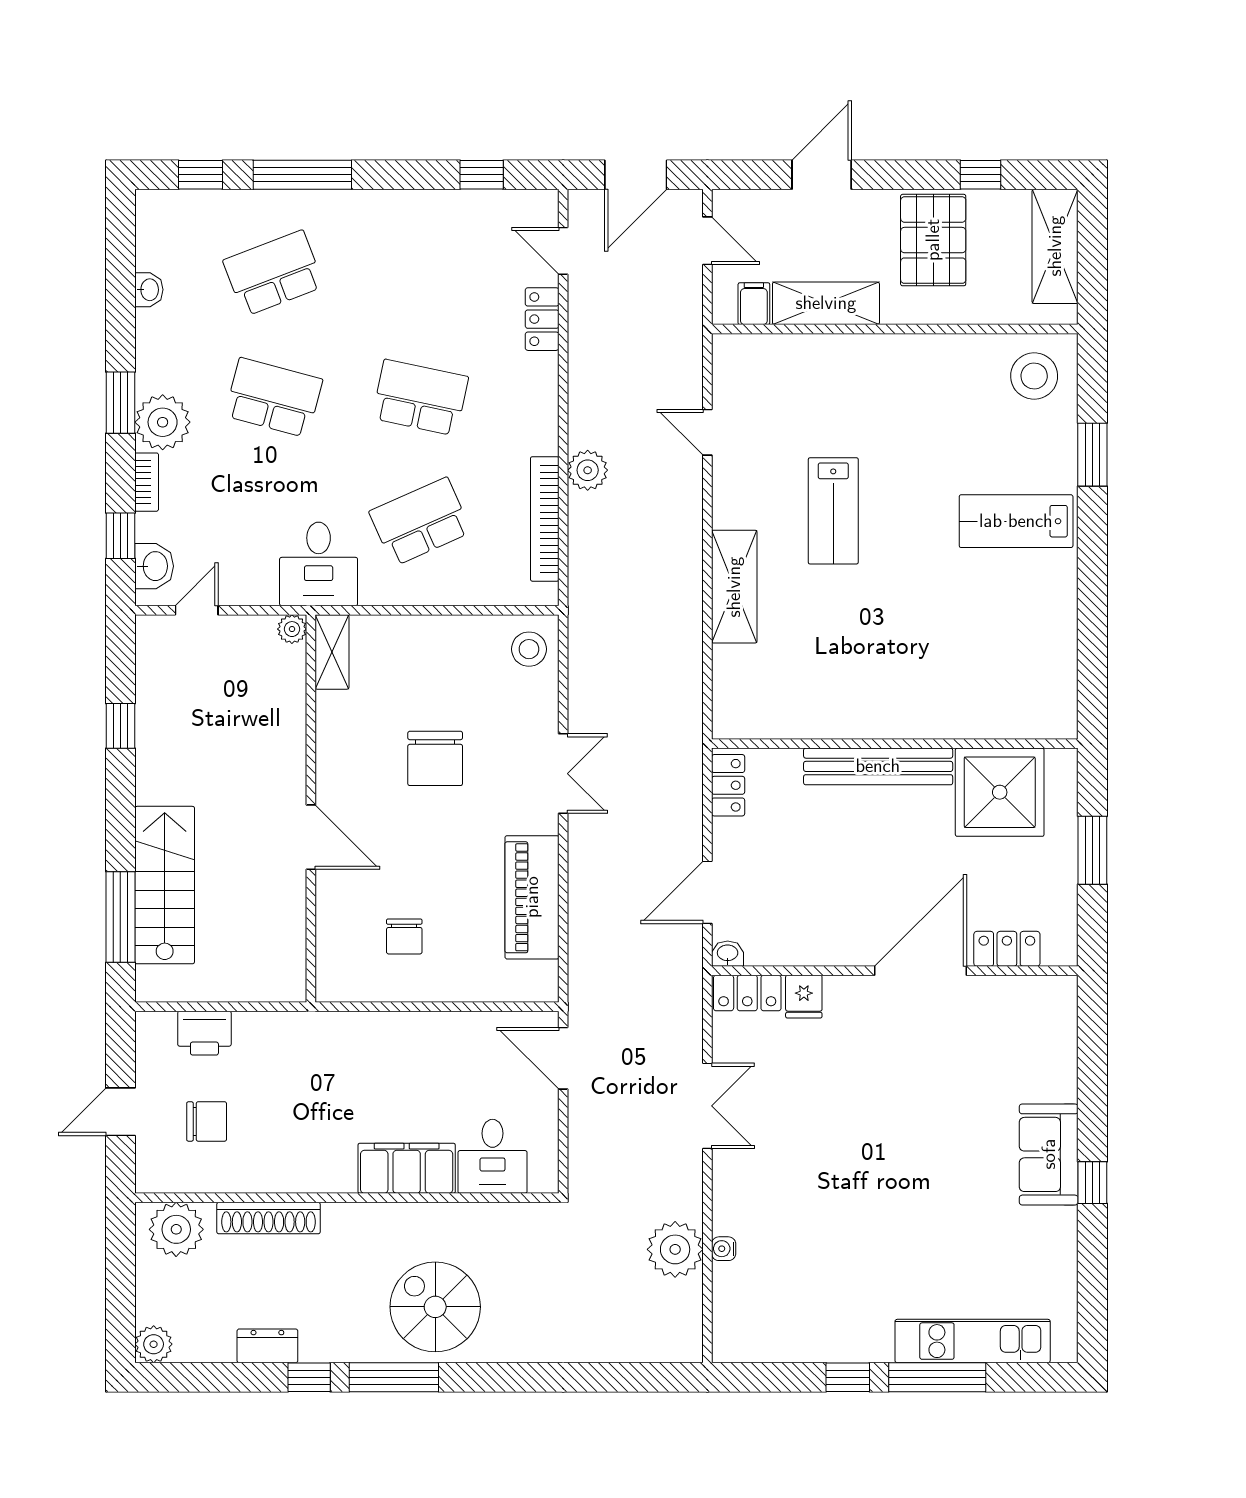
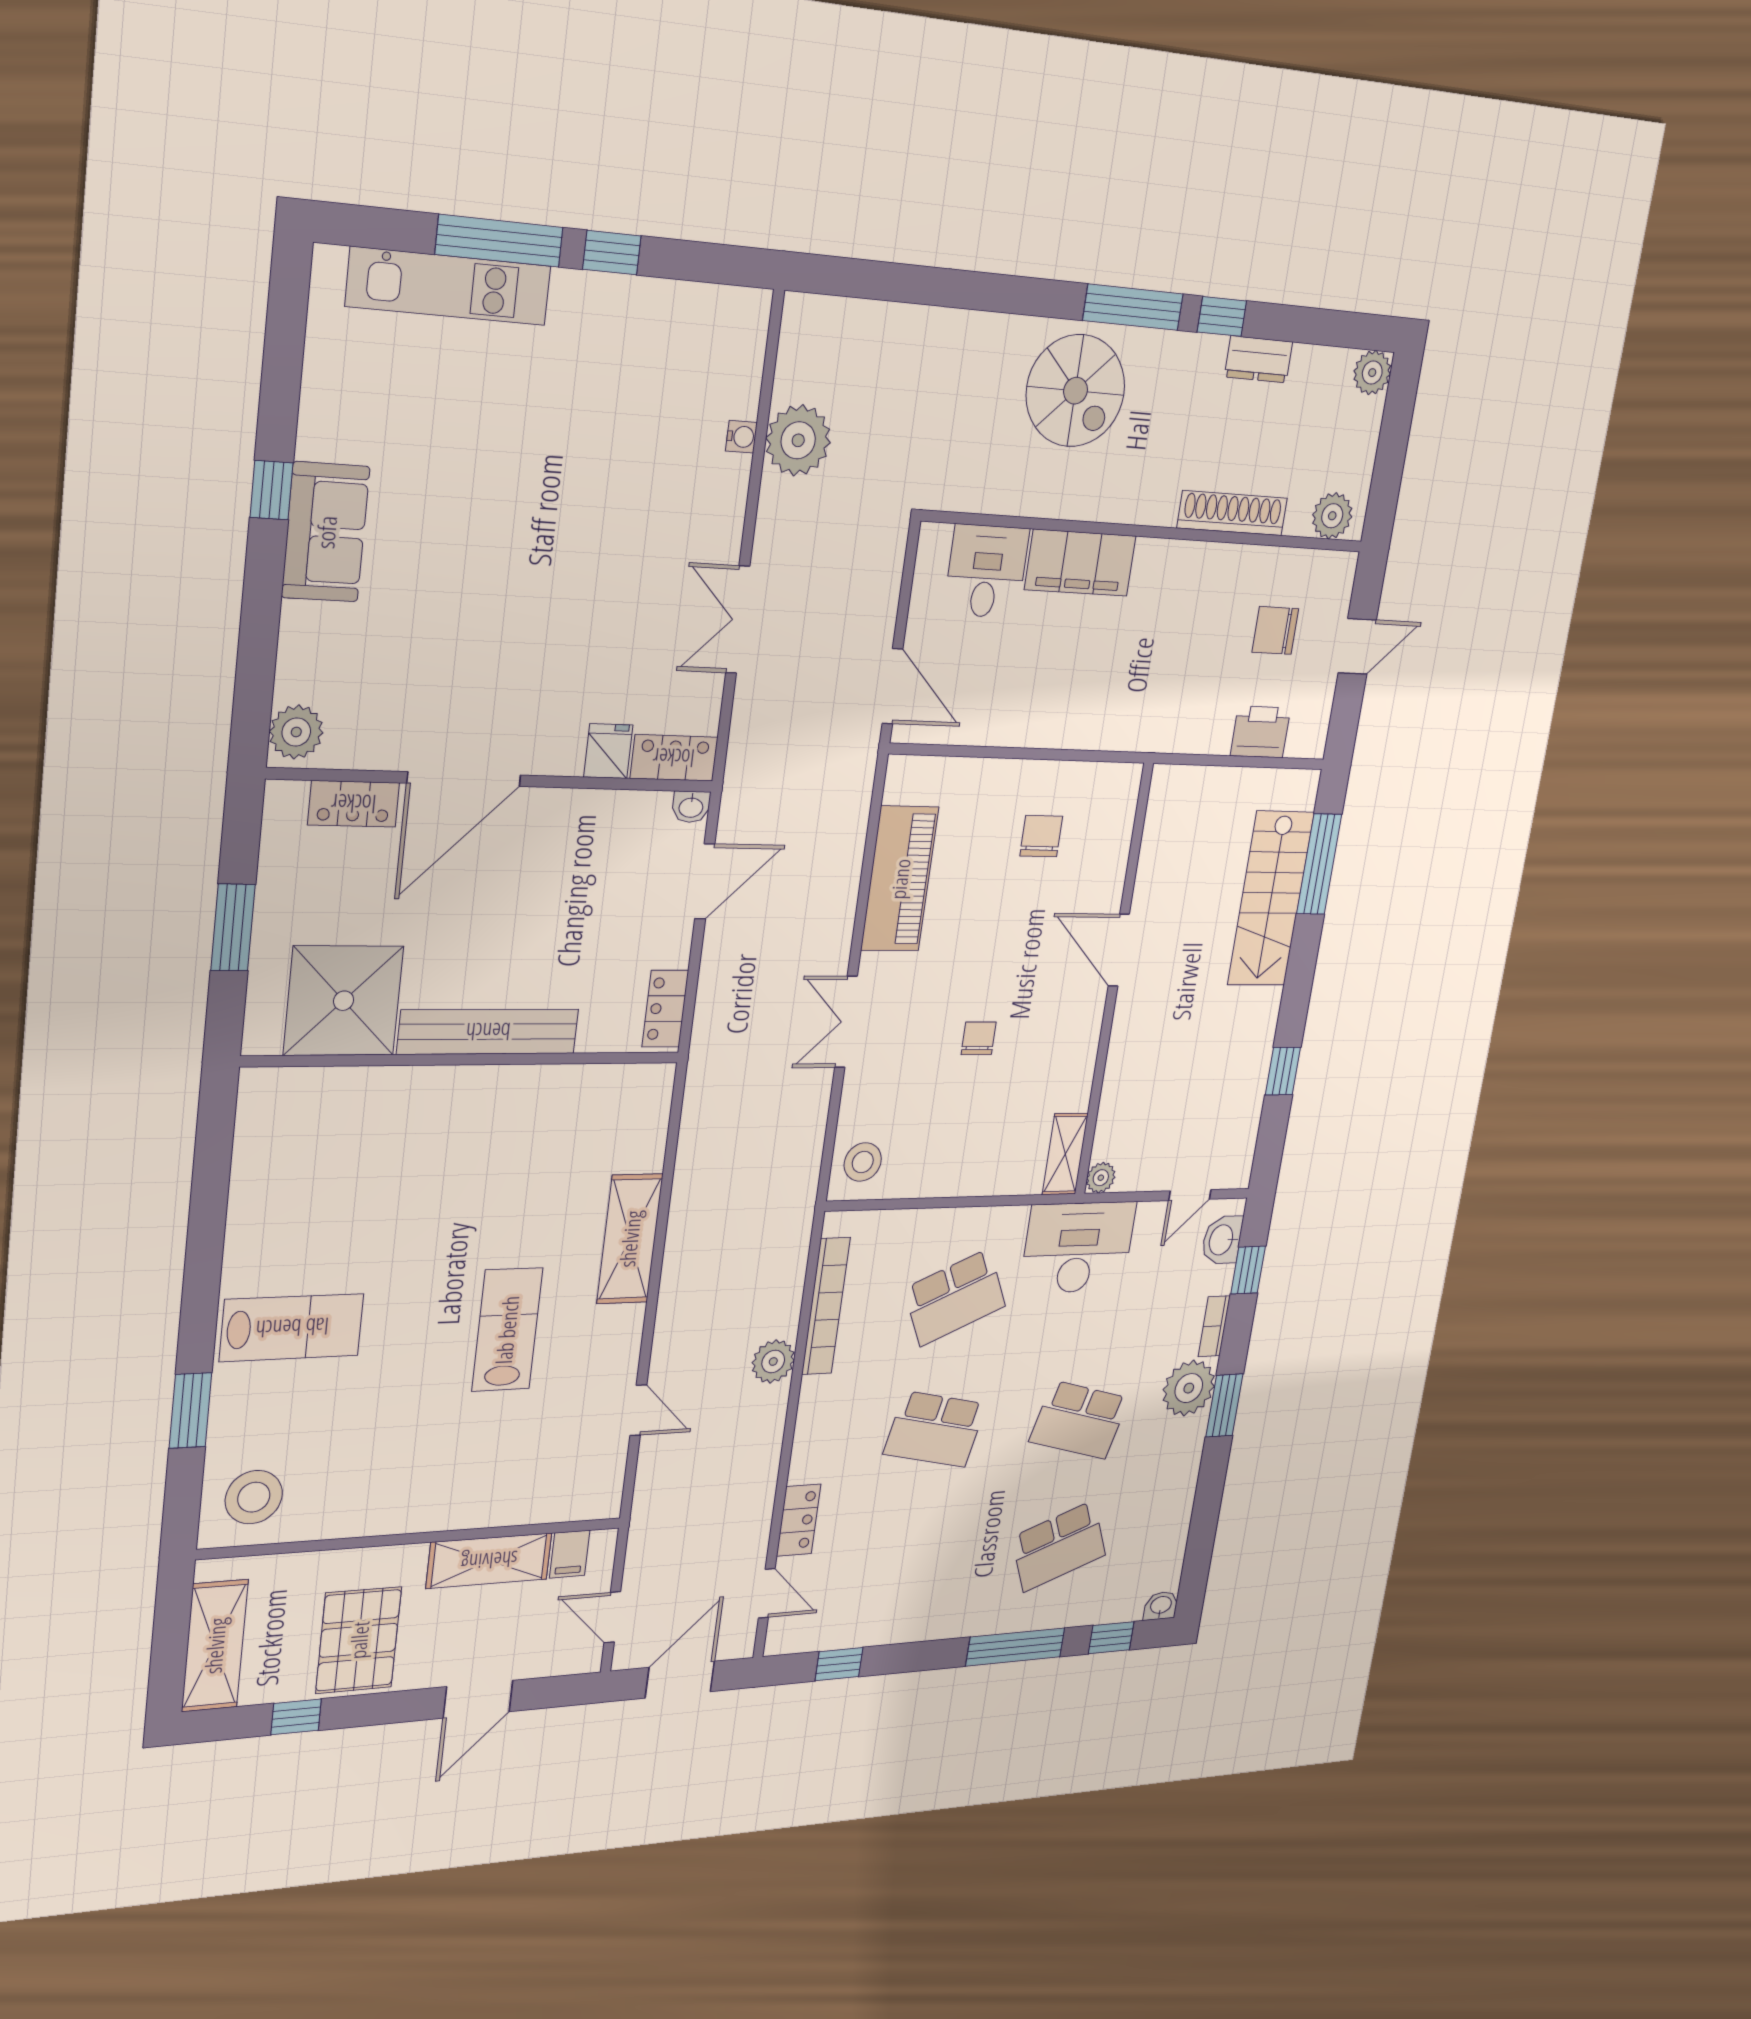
washbasin: (149, 290) -> (1161, 1606), moved, turned 90
desk: (319, 564) -> (1078, 1248), width x1.37
chair: (435, 758) -> (979, 1038), width x0.54, depth x0.54
plant: (1057, 1003) -> (296, 732), added
plant: (176, 1229) -> (1332, 516), width x0.73, depth x0.73

